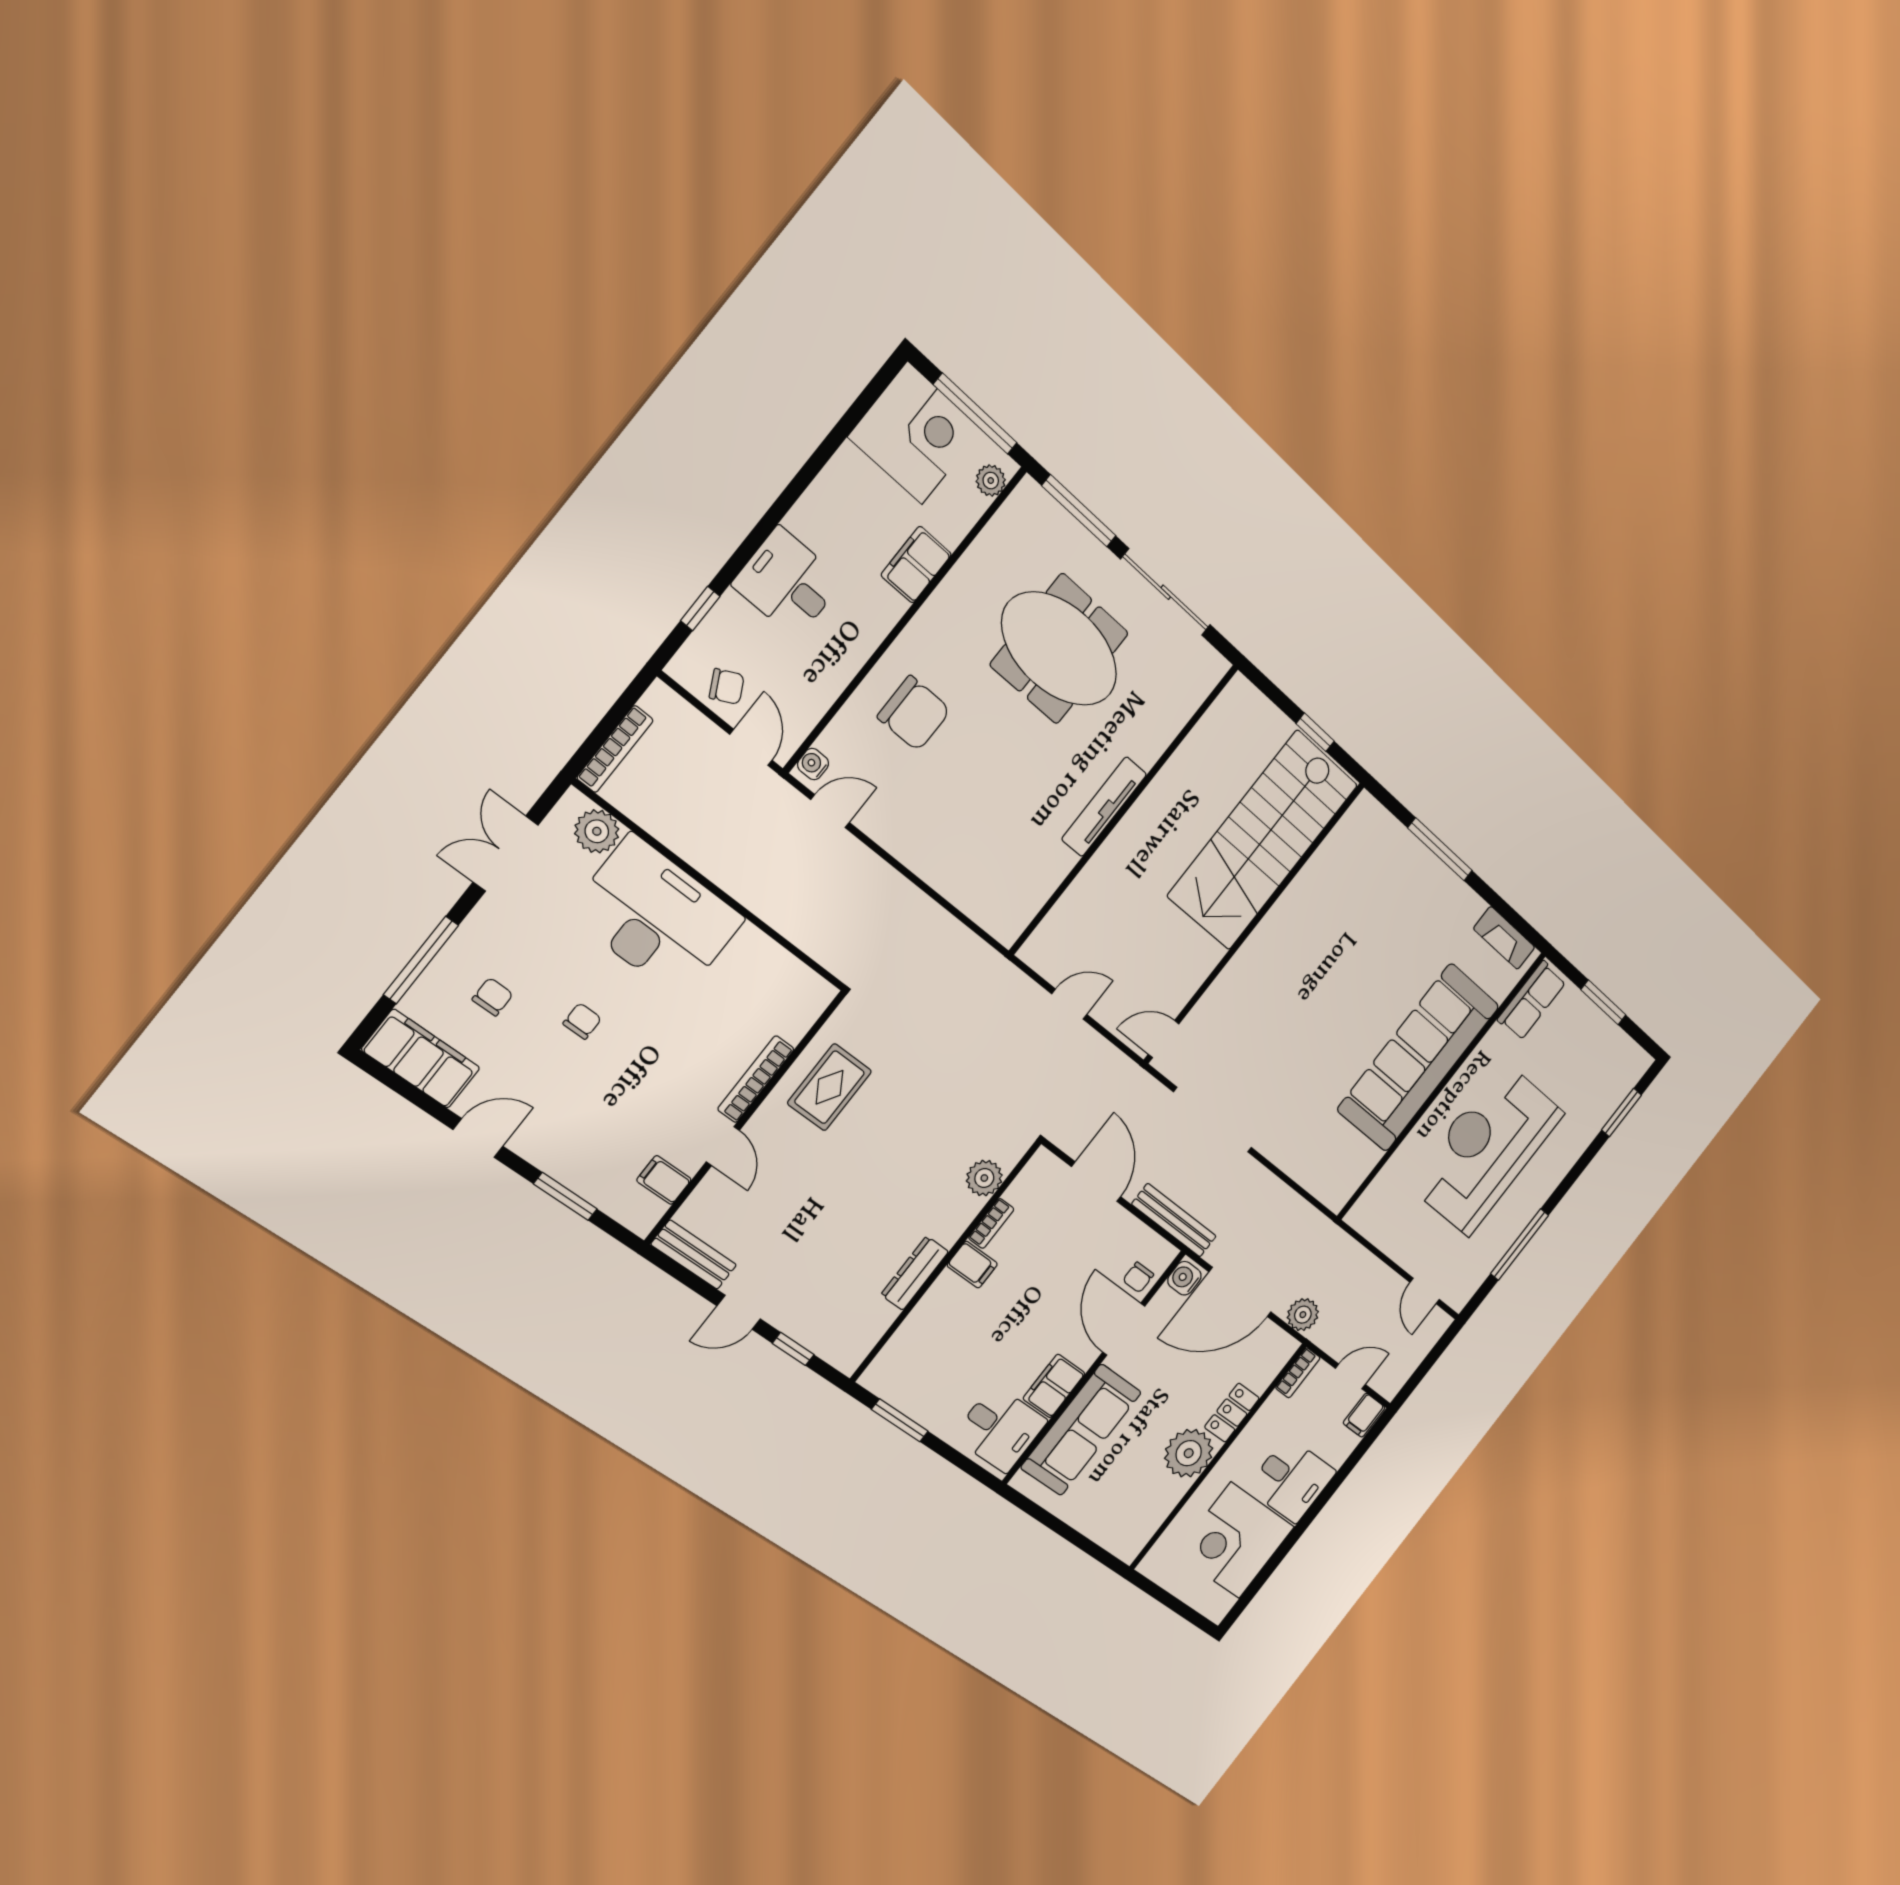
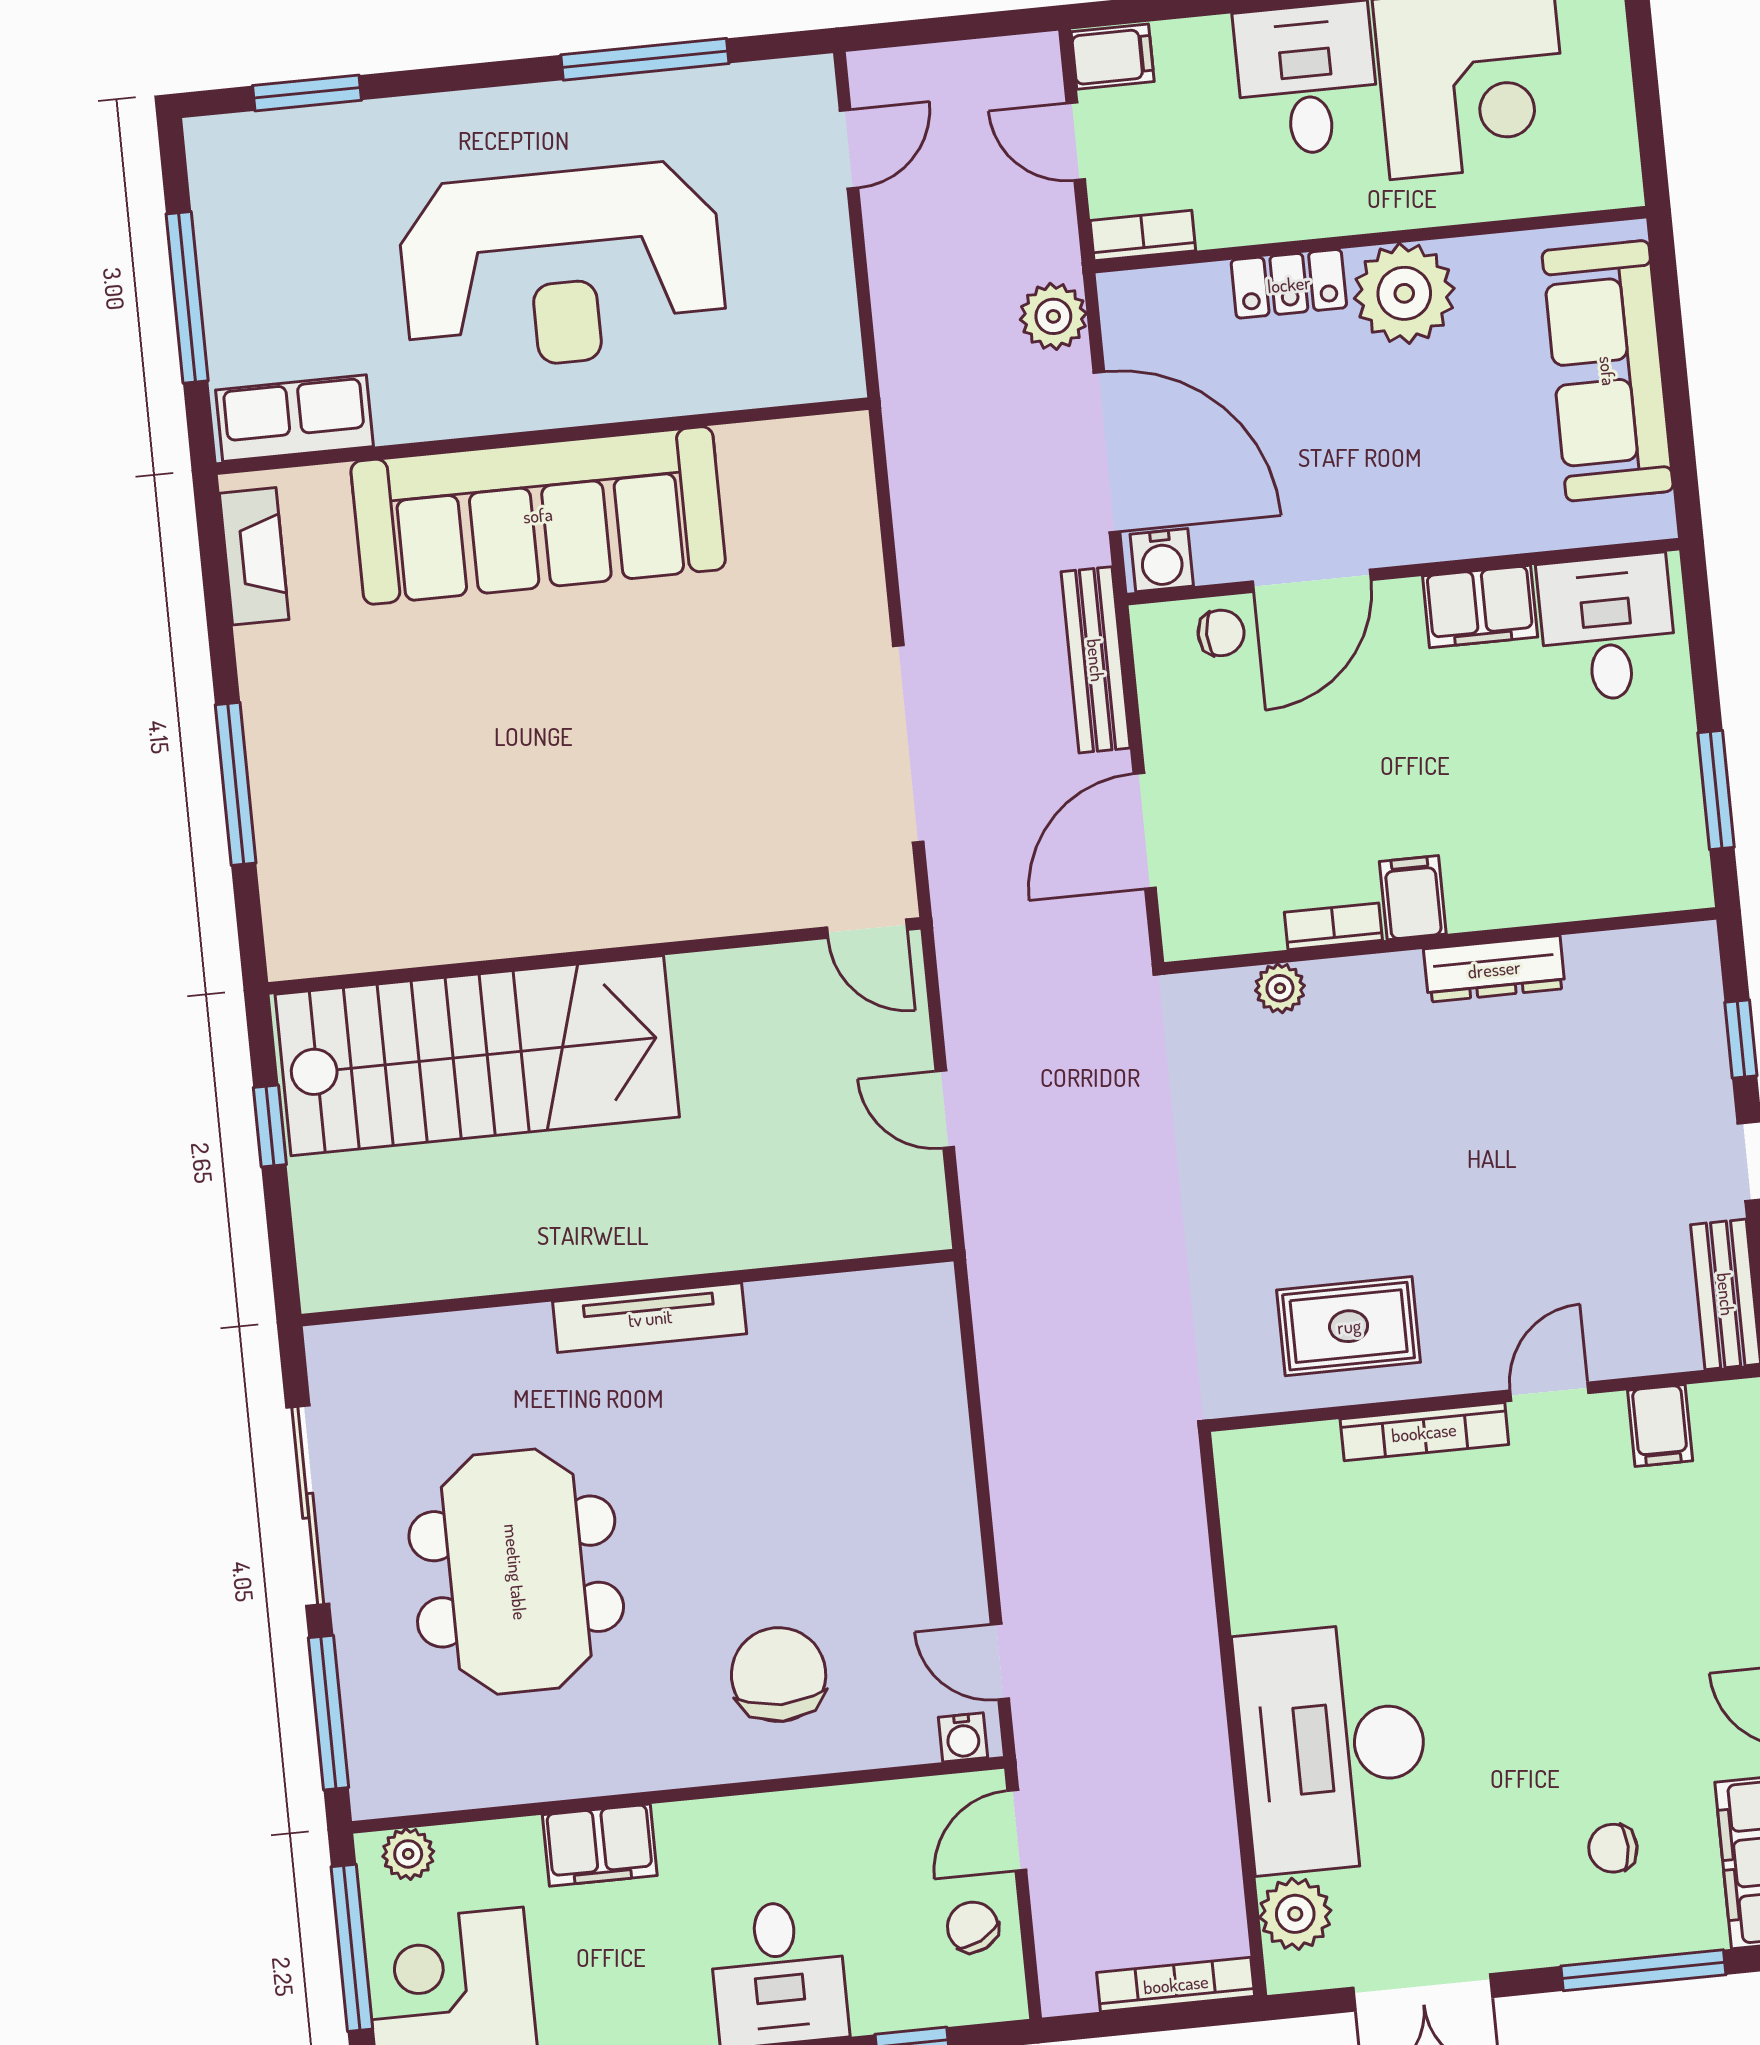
window: (1603, 1002) -> (187, 297), width x1.44
chair: (582, 1021) -> (1546, 1715), removed
plant: (984, 1178) -> (1280, 988), width x0.73, depth x0.73
sofa: (1081, 1430) -> (1608, 371), moved, turned -90

